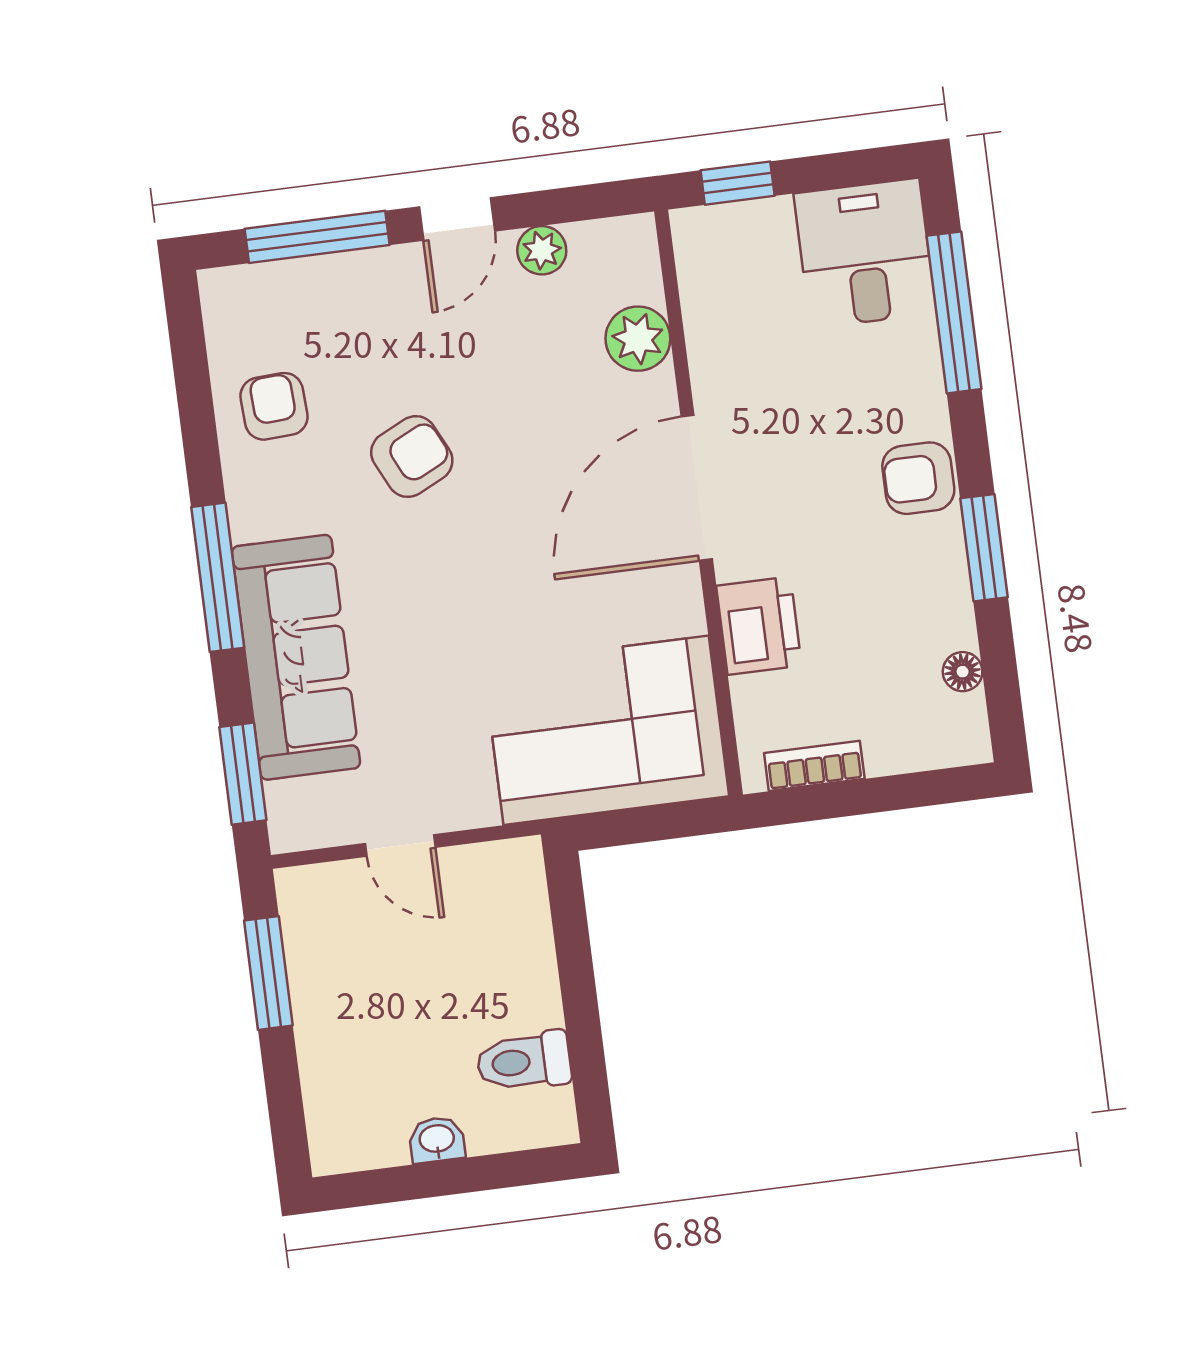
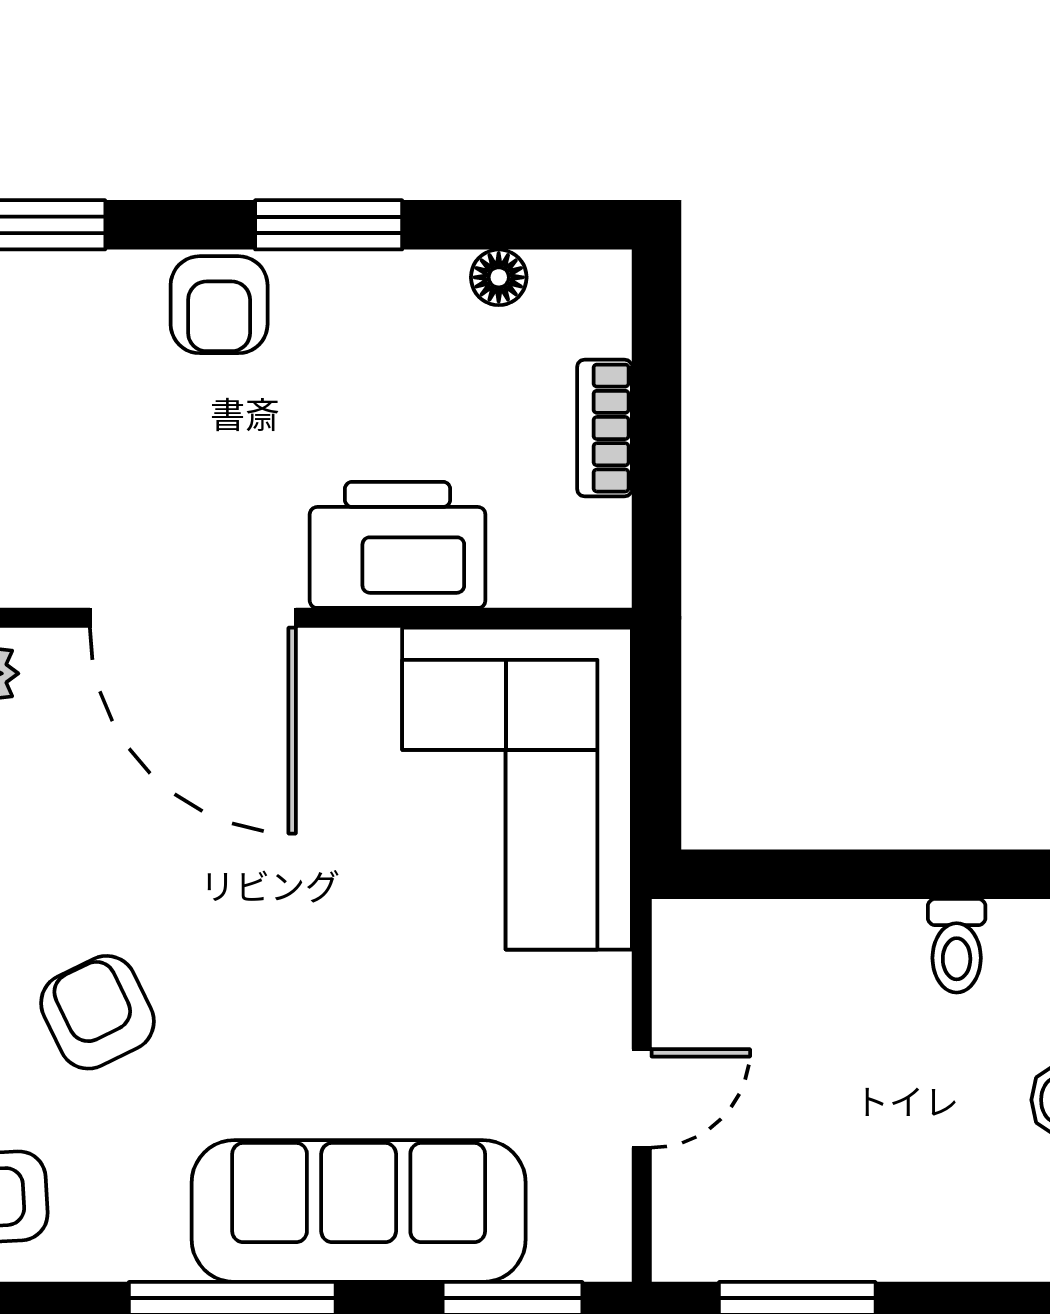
printer: (759, 626) -> (398, 545), width x1.37, depth x1.19
bookcase: (814, 766) -> (605, 428), moved
toilet: (524, 1061) -> (957, 946), width x0.73, depth x0.72

